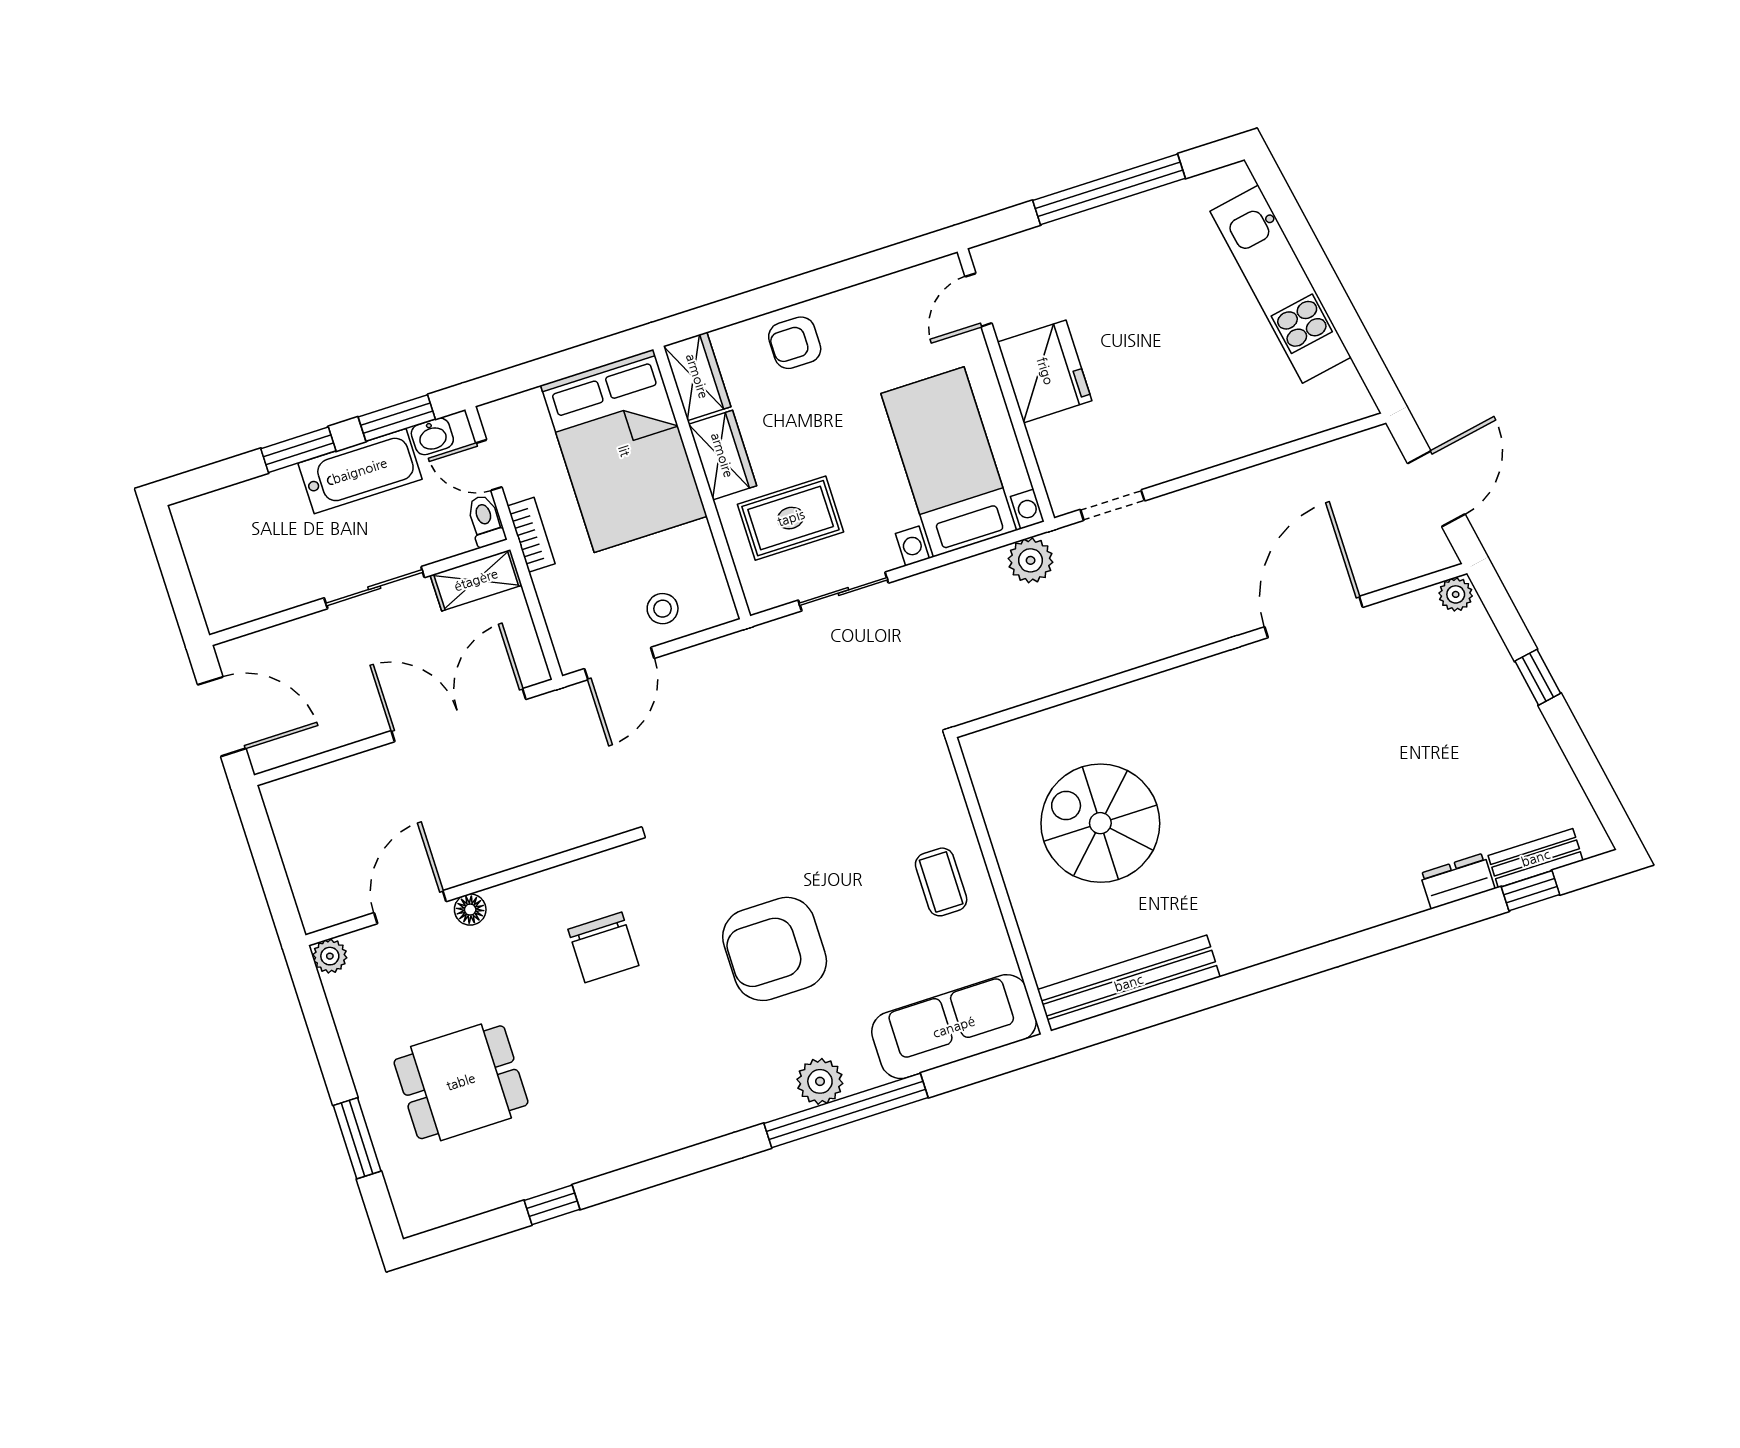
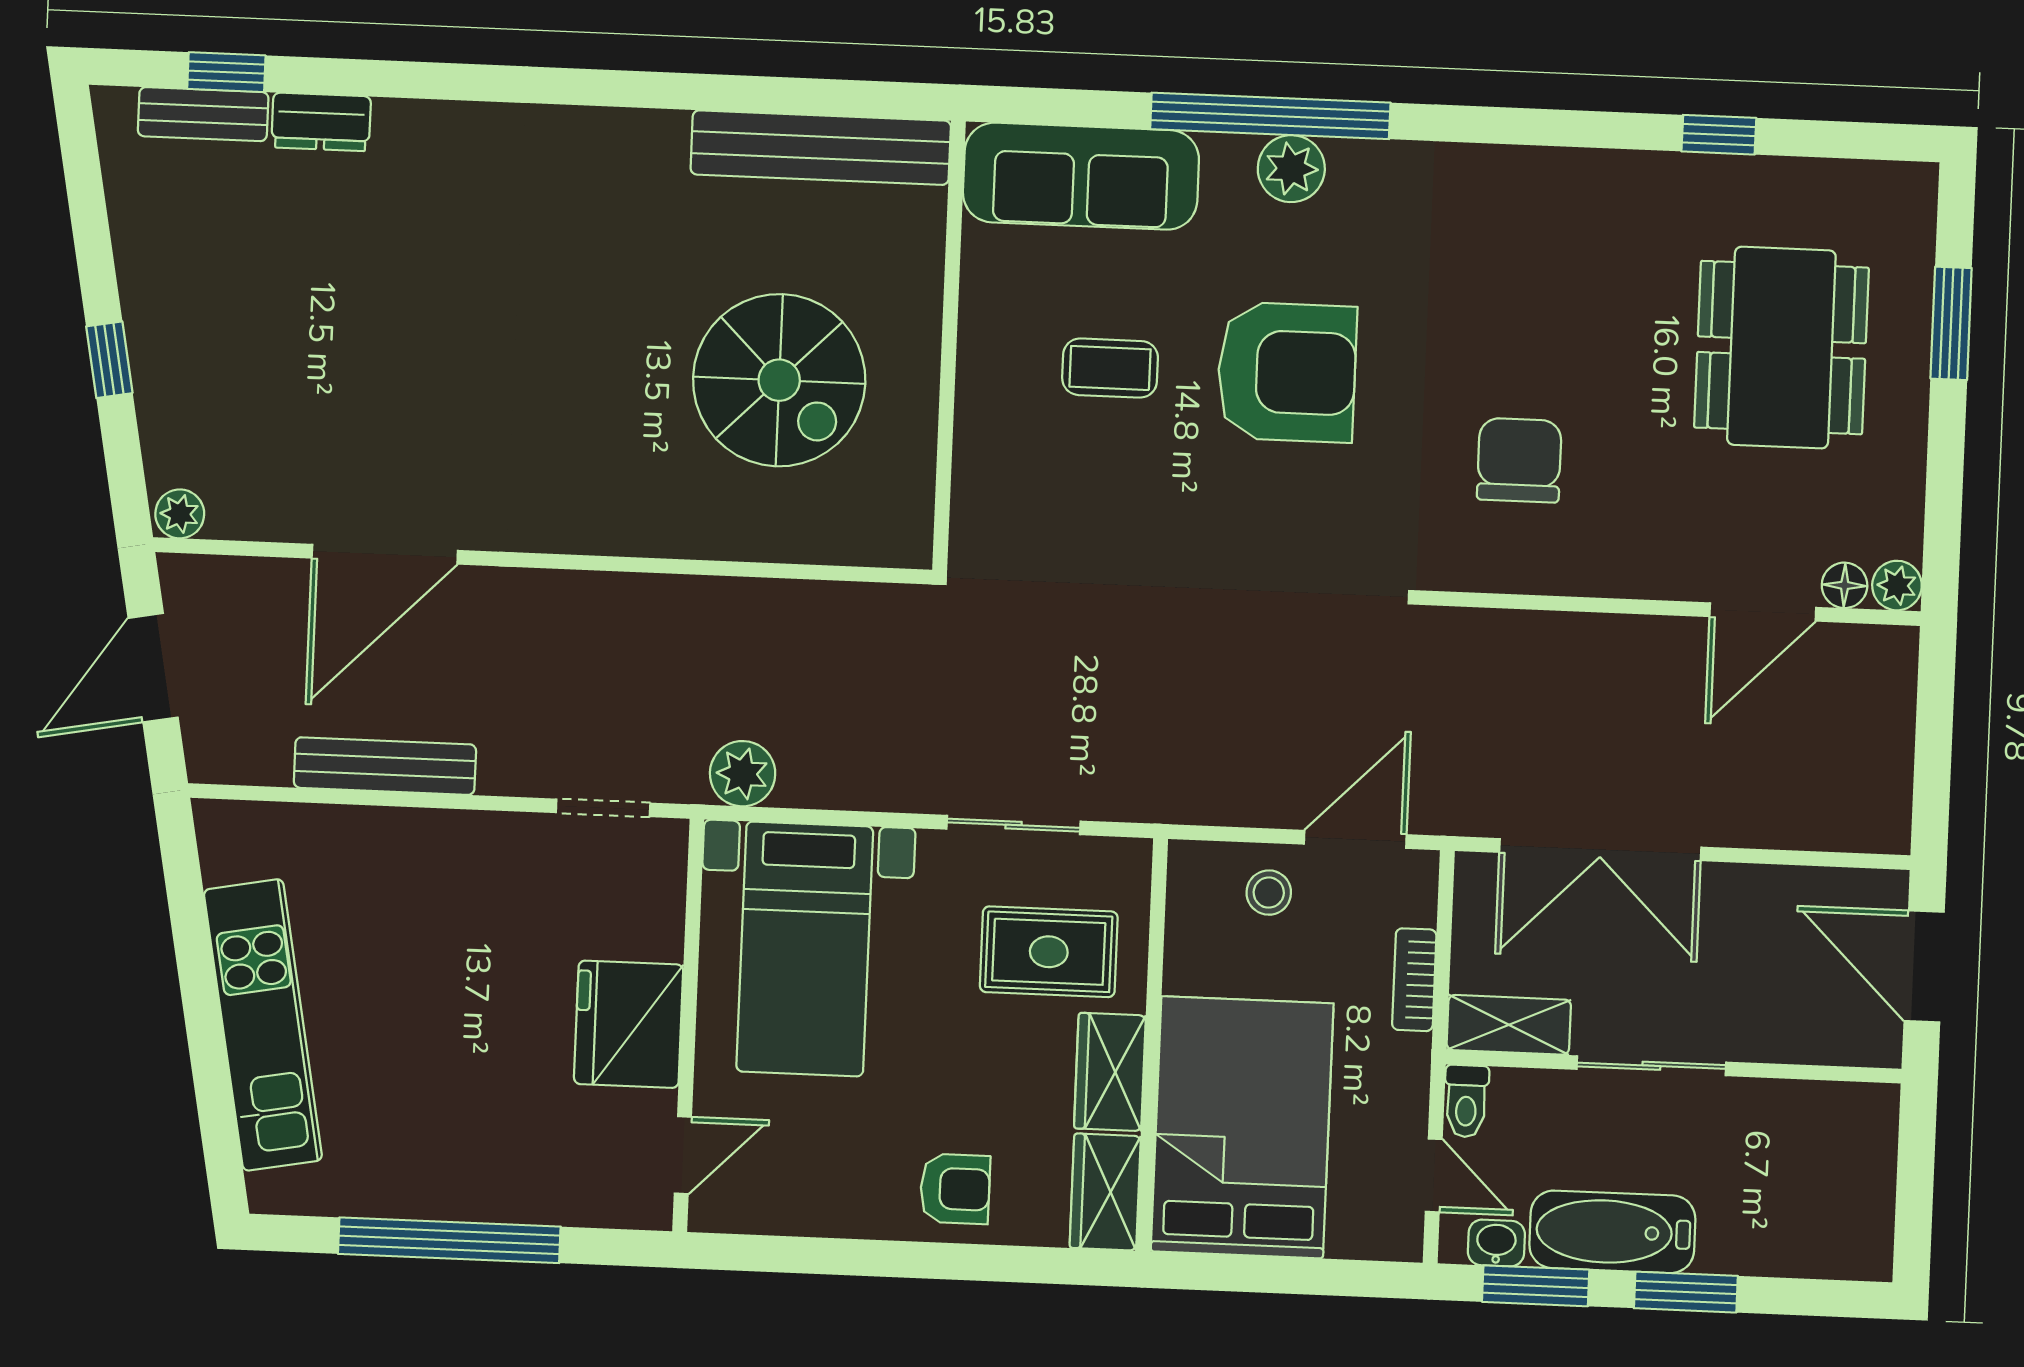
bench: (1263, 480) -> (385, 766), added
bookcase: (531, 535) -> (1414, 980), moved
coffee table: (941, 882) -> (1110, 368), moved, turned 90
floor lamp: (470, 910) -> (1845, 585), moved
dining table: (461, 1082) -> (1781, 348), width x1.37

